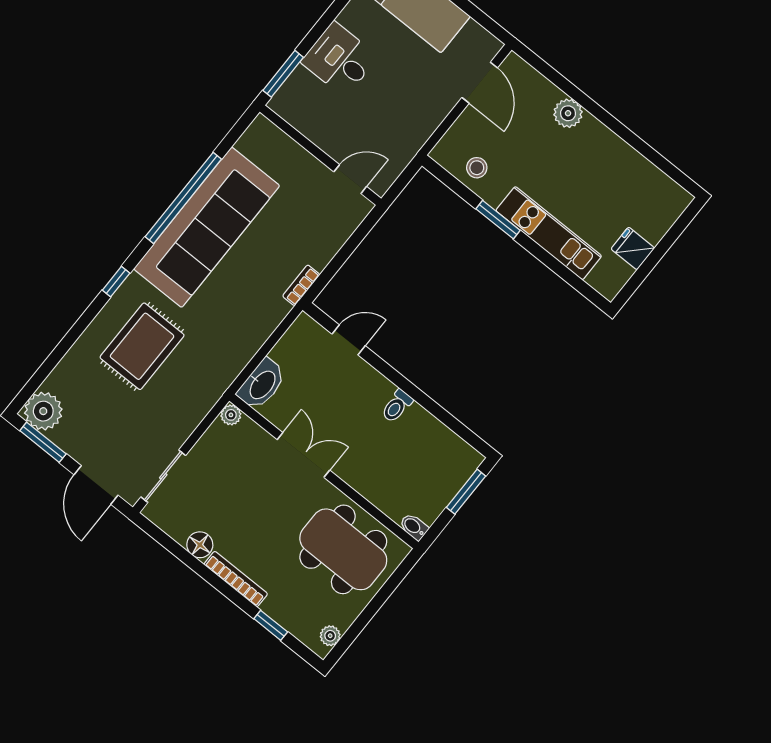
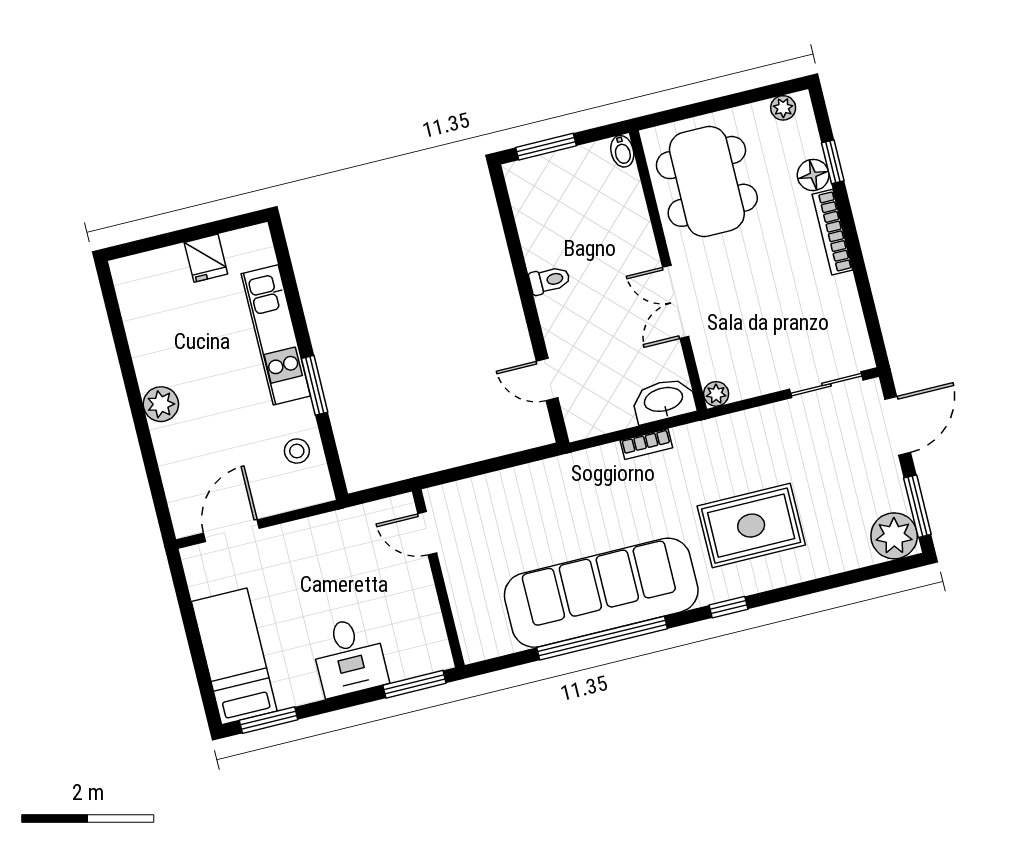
plant: (568, 113) -> (161, 404), moved
bookcase: (301, 285) -> (646, 444), moved
floor lamp: (200, 545) -> (813, 175), moved

